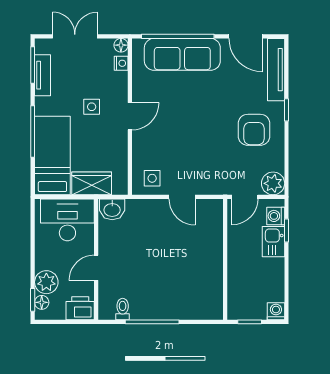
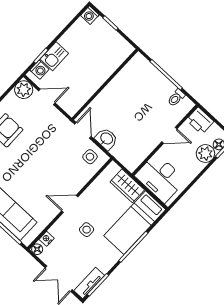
tv unit: (43, 75) -> (89, 283), moved
washbasin: (112, 209) -> (106, 139), moved
wall: (225, 259) -> (105, 84), moved

